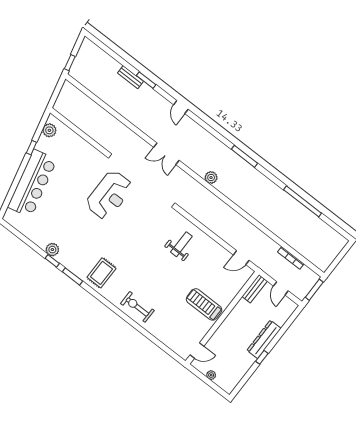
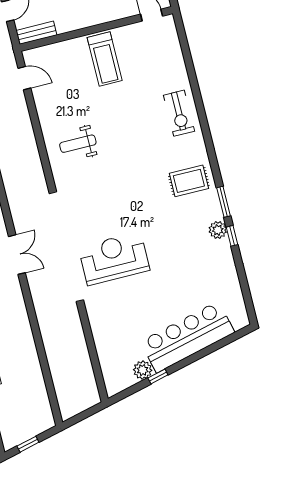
window: (70, 63) -> (28, 444), moved
plant: (49, 130) -> (143, 370), moved
plant: (52, 250) -> (218, 230), moved

